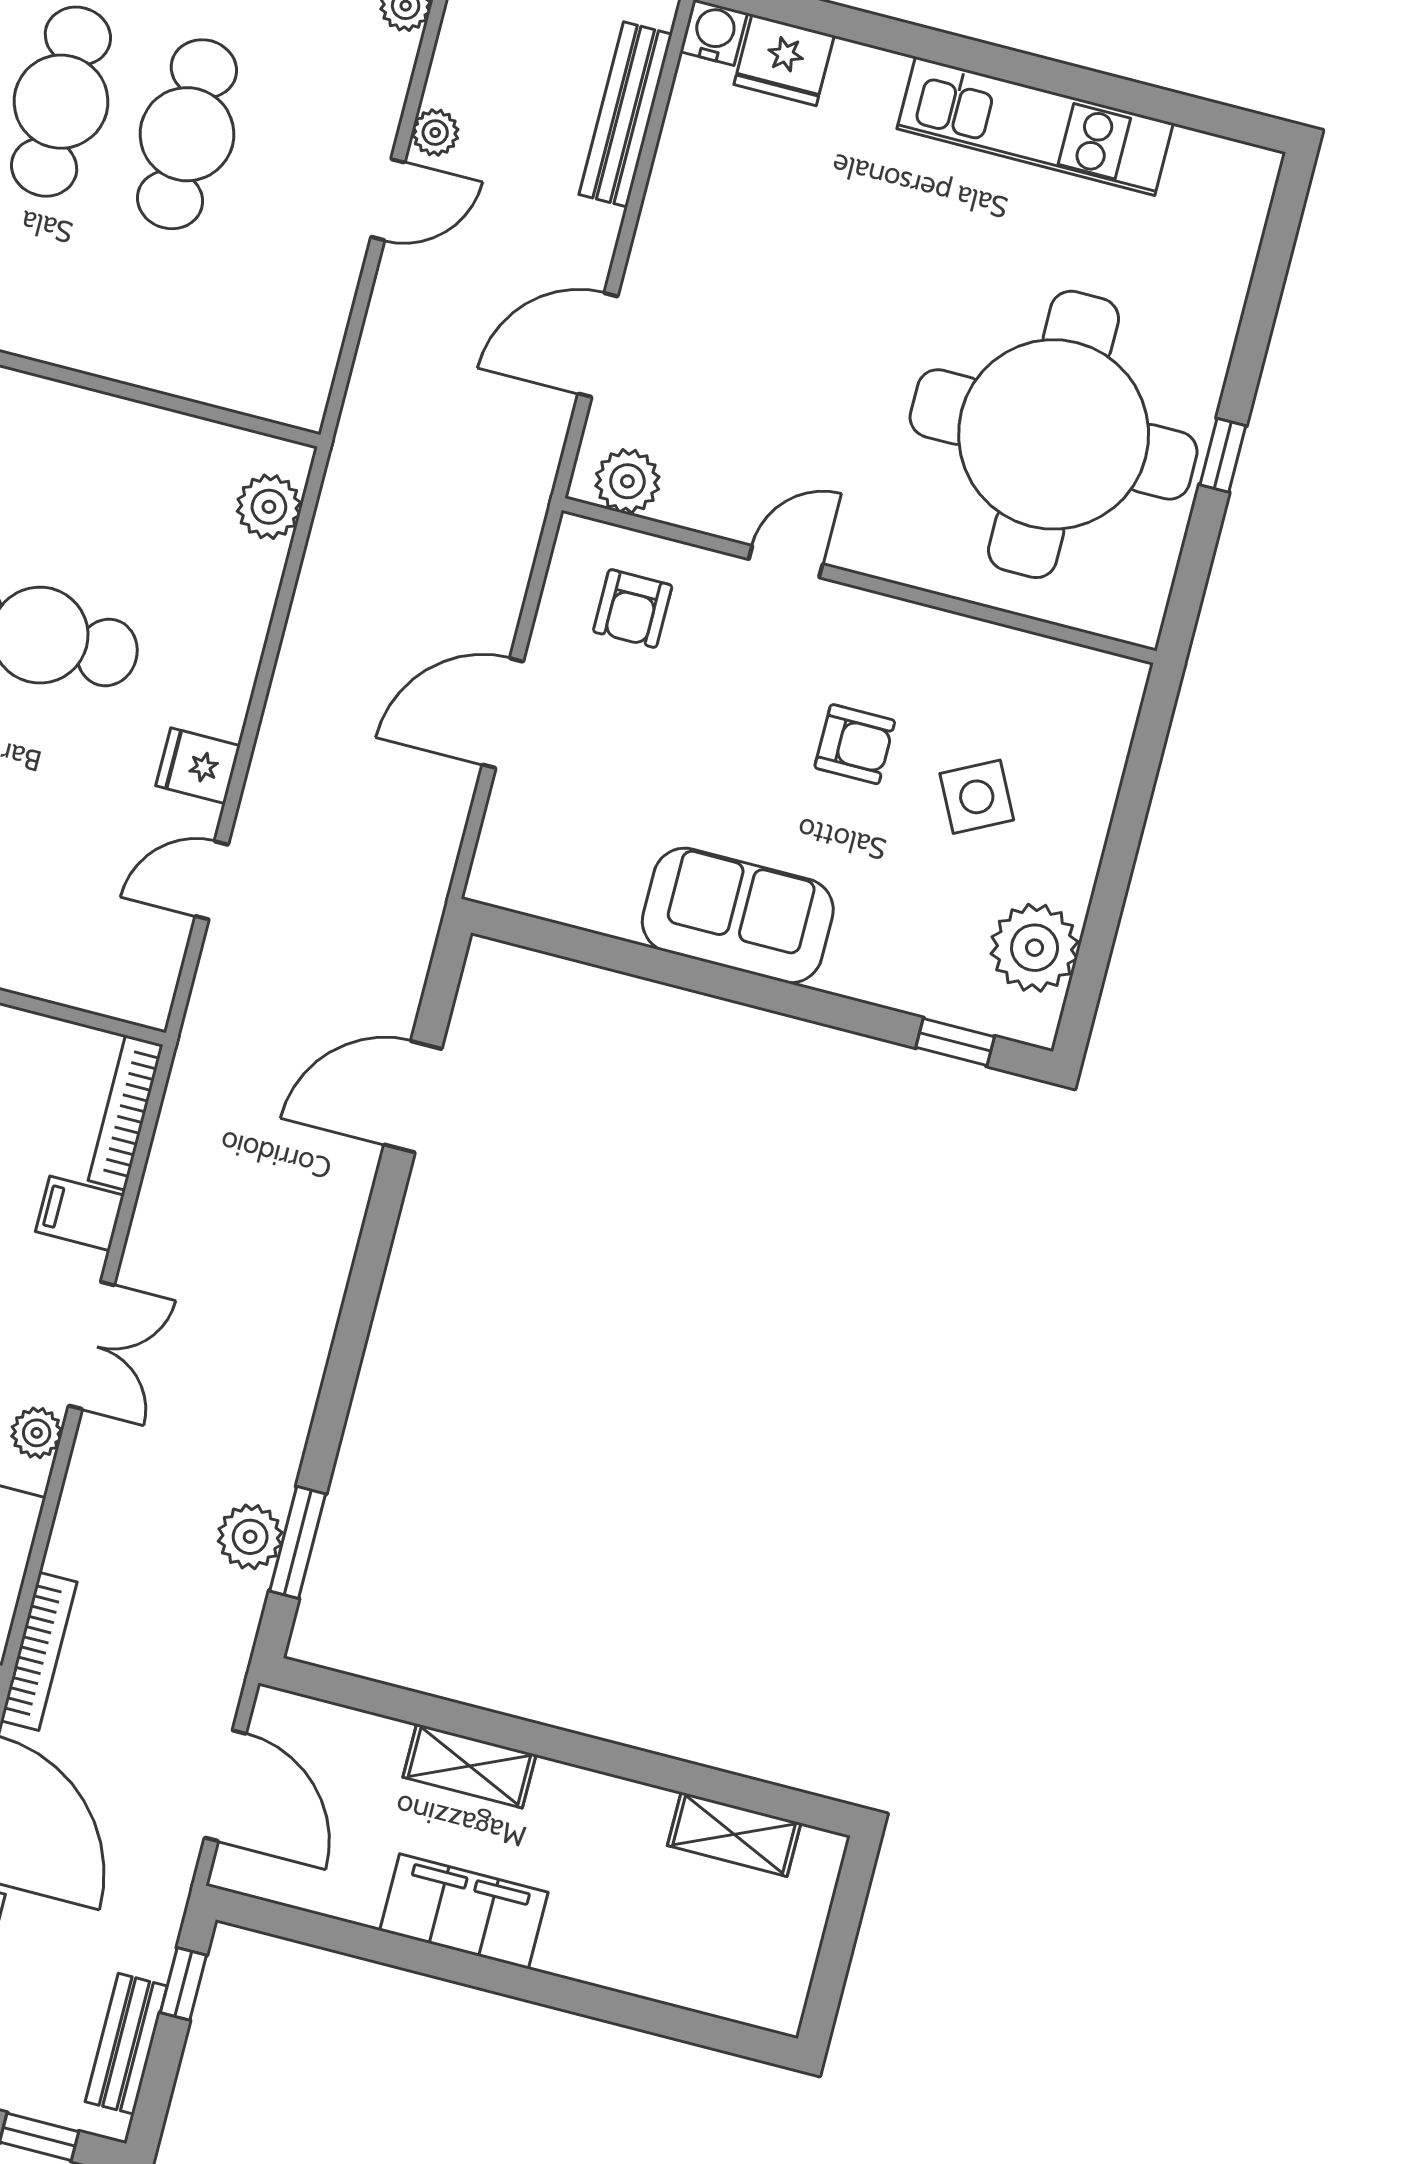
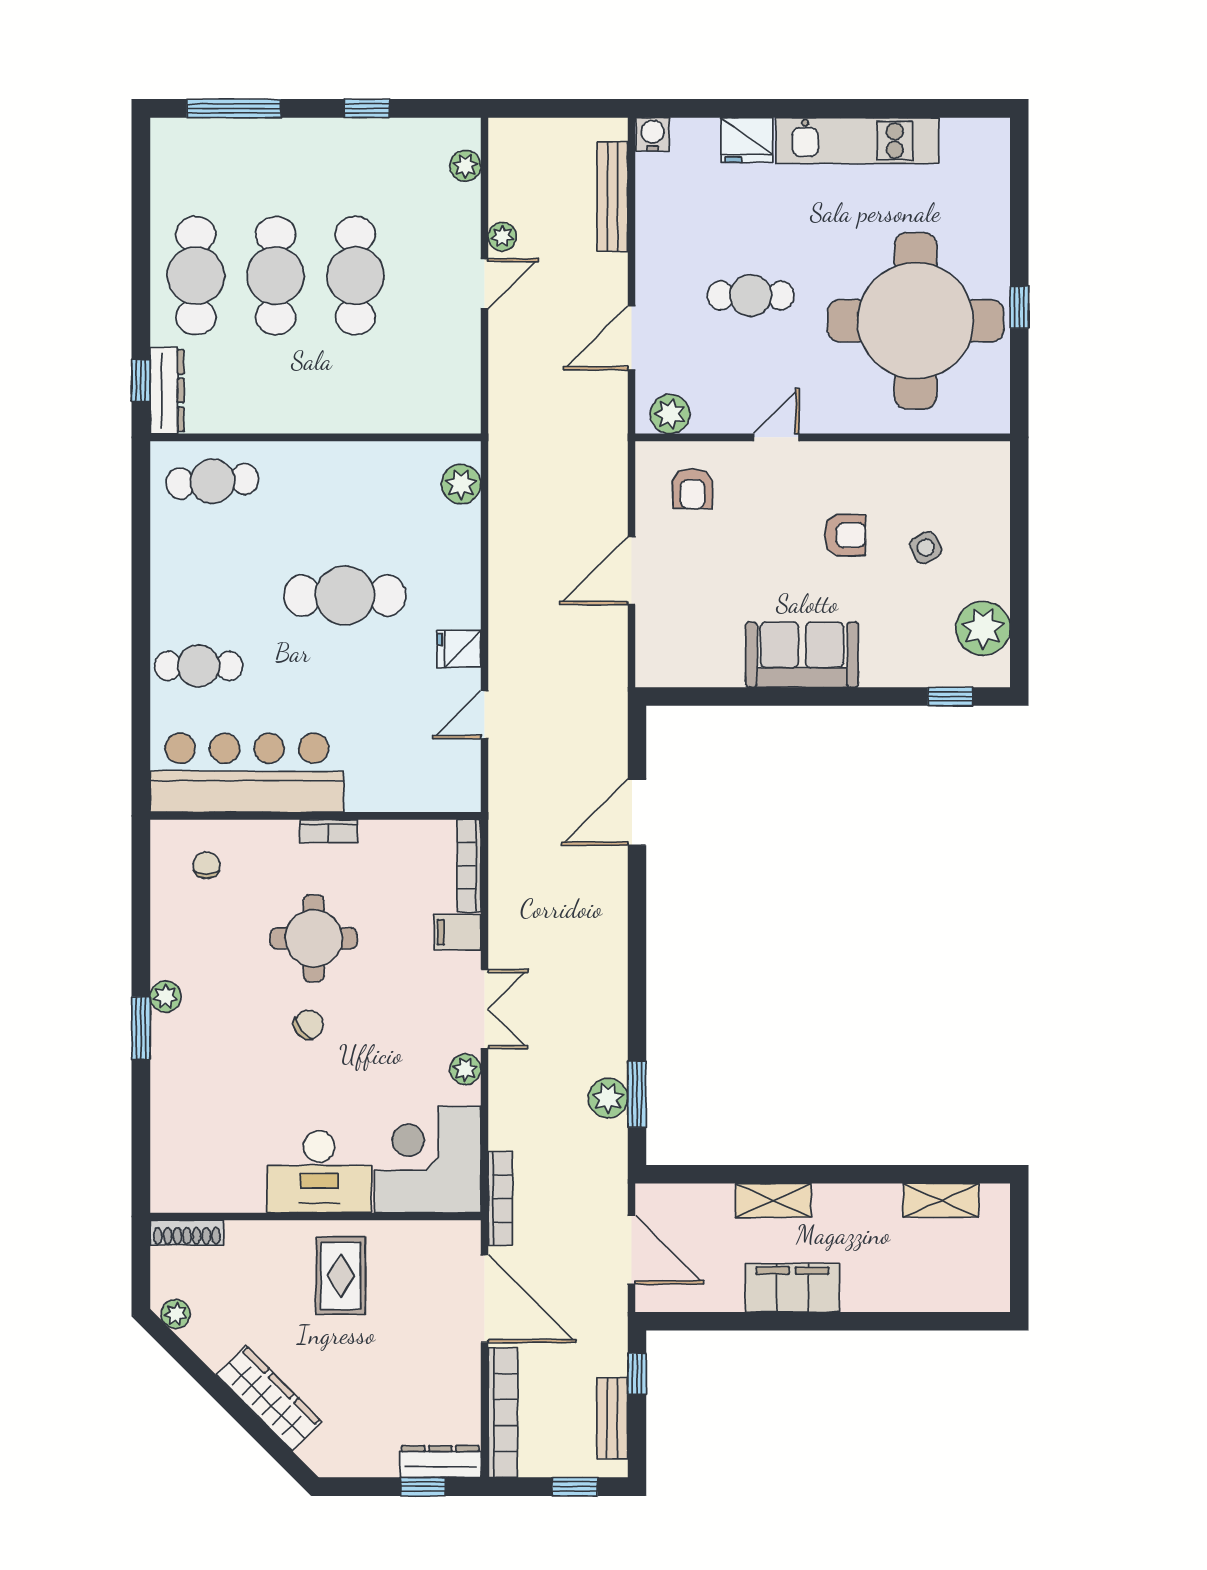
fridge: (784, 60) -> (747, 140), moved
cafe table: (804, 327) -> (751, 295), added
side table: (977, 797) -> (926, 548), width x0.73, depth x0.73

